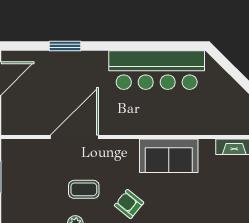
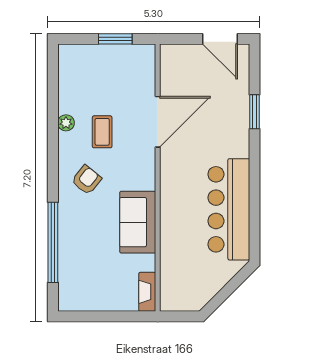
door: (74, 137) -> (158, 122), hinge flipped

